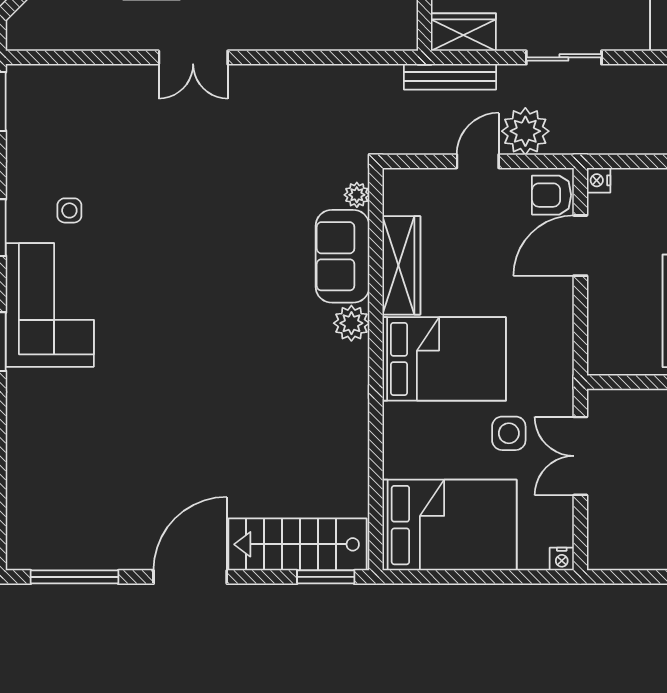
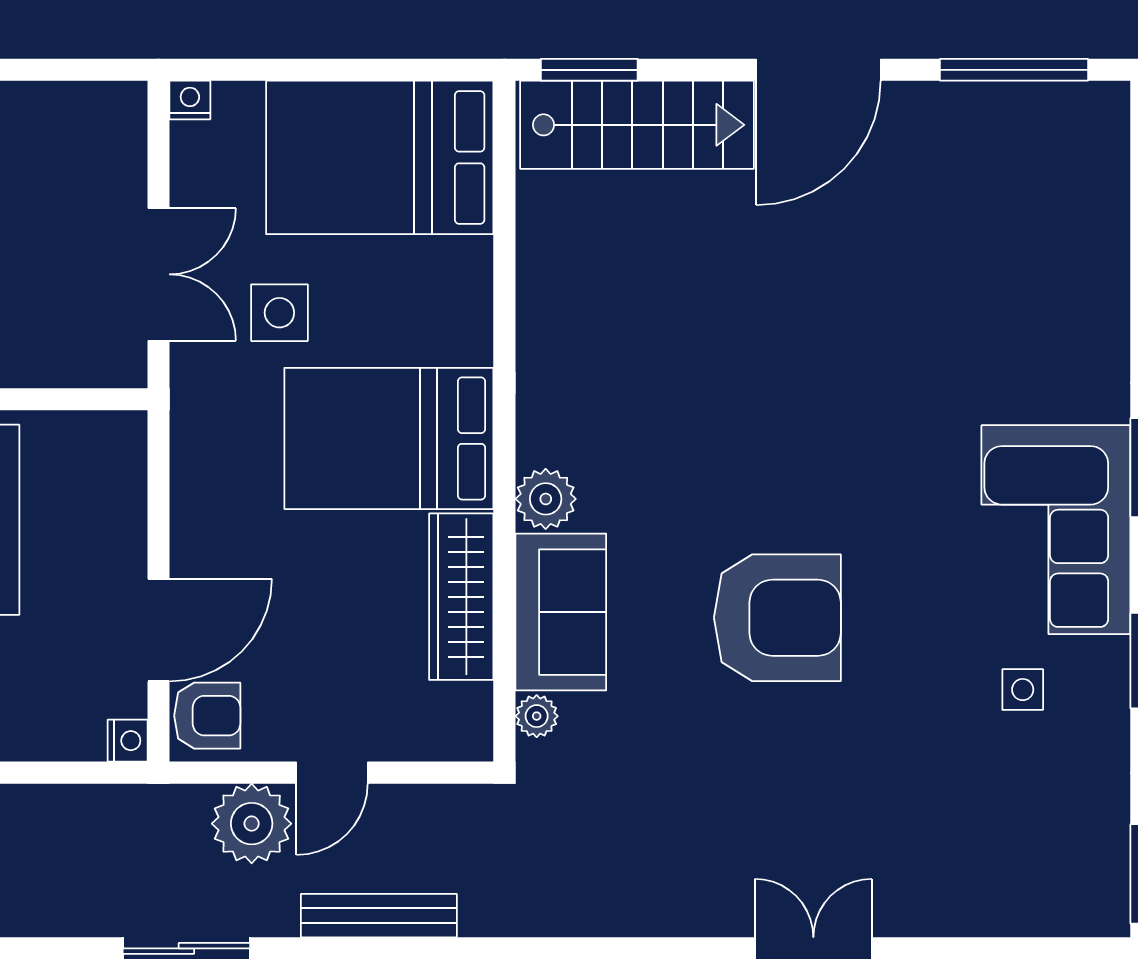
armchair: (214, 253) -> (777, 618), added

